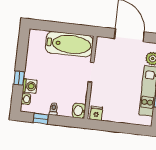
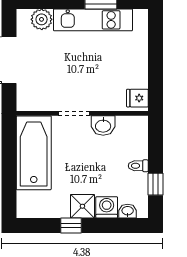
shower: (32, 71) -> (82, 206), added
window: (19, 78) -> (71, 225), moved
washbasin: (79, 111) -> (103, 126), moved

